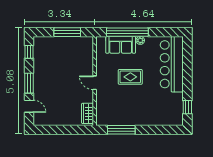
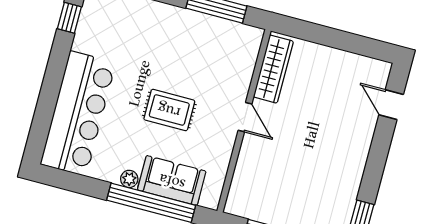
window: (29, 83) -> (379, 152), removed
wardrobe: (87, 113) -> (273, 69), width x1.50

